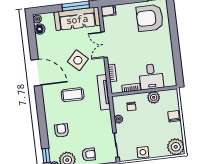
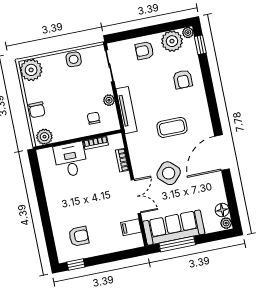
filing cabinet: (108, 11) -> (131, 227), moved
armchair: (150, 18) -> (79, 236), width x0.53, depth x0.53
door: (36, 73) -> (222, 153), hinge flipped
tv unit: (104, 92) -> (127, 110), moved
plant: (154, 97) -> (44, 137), moved

